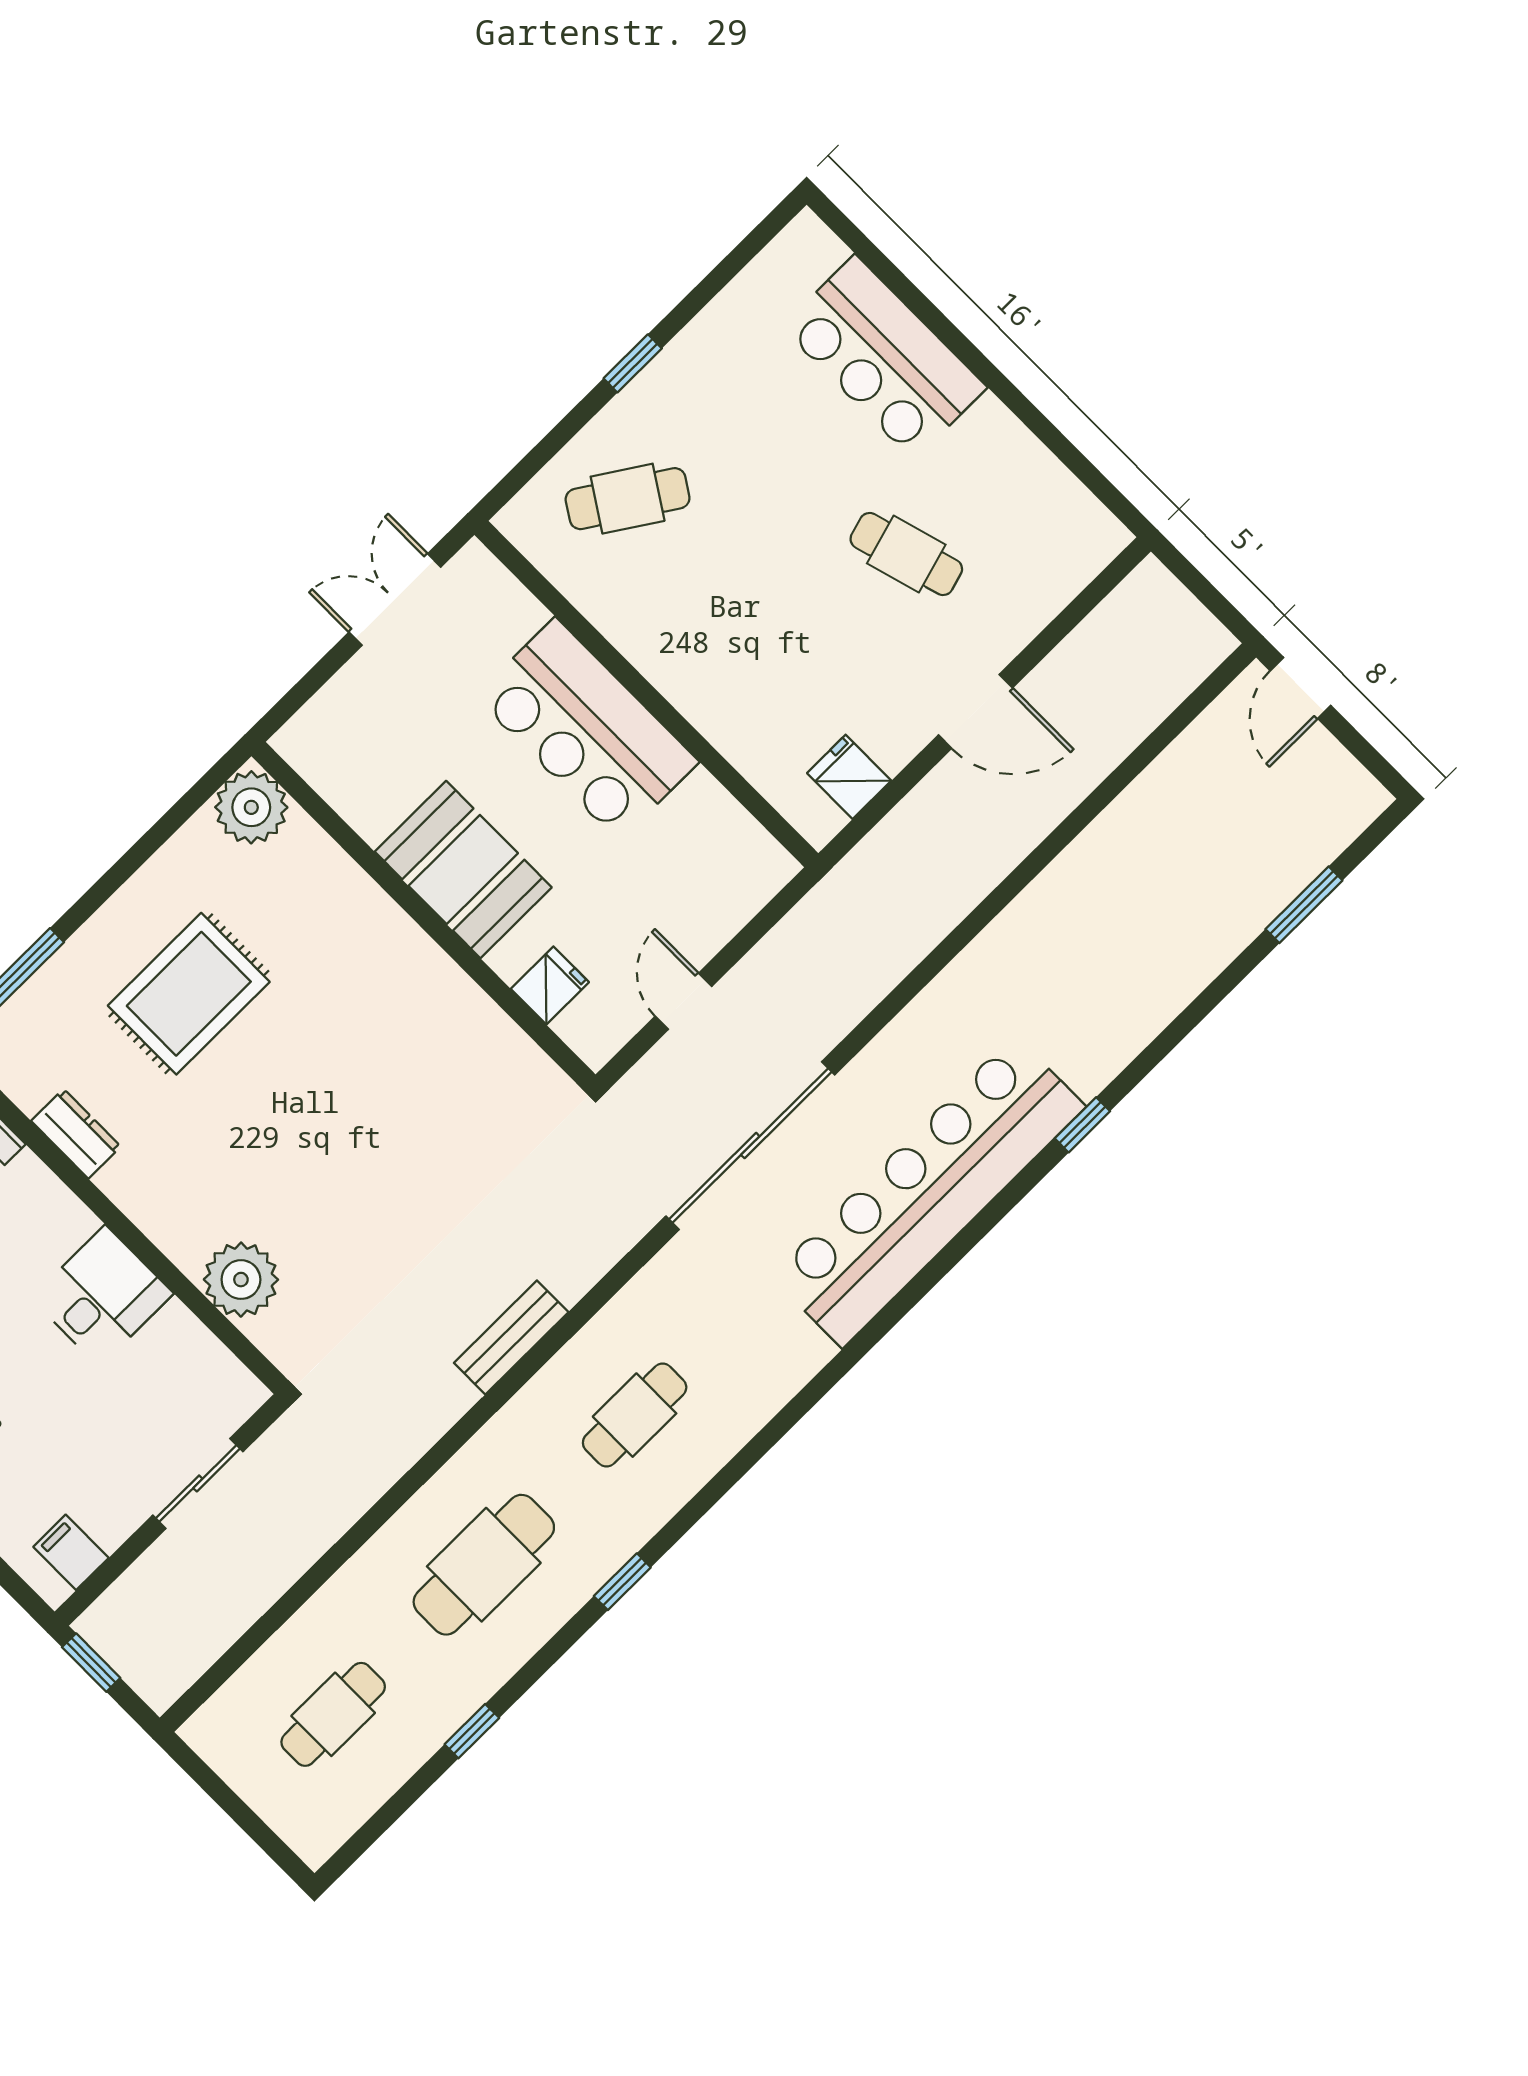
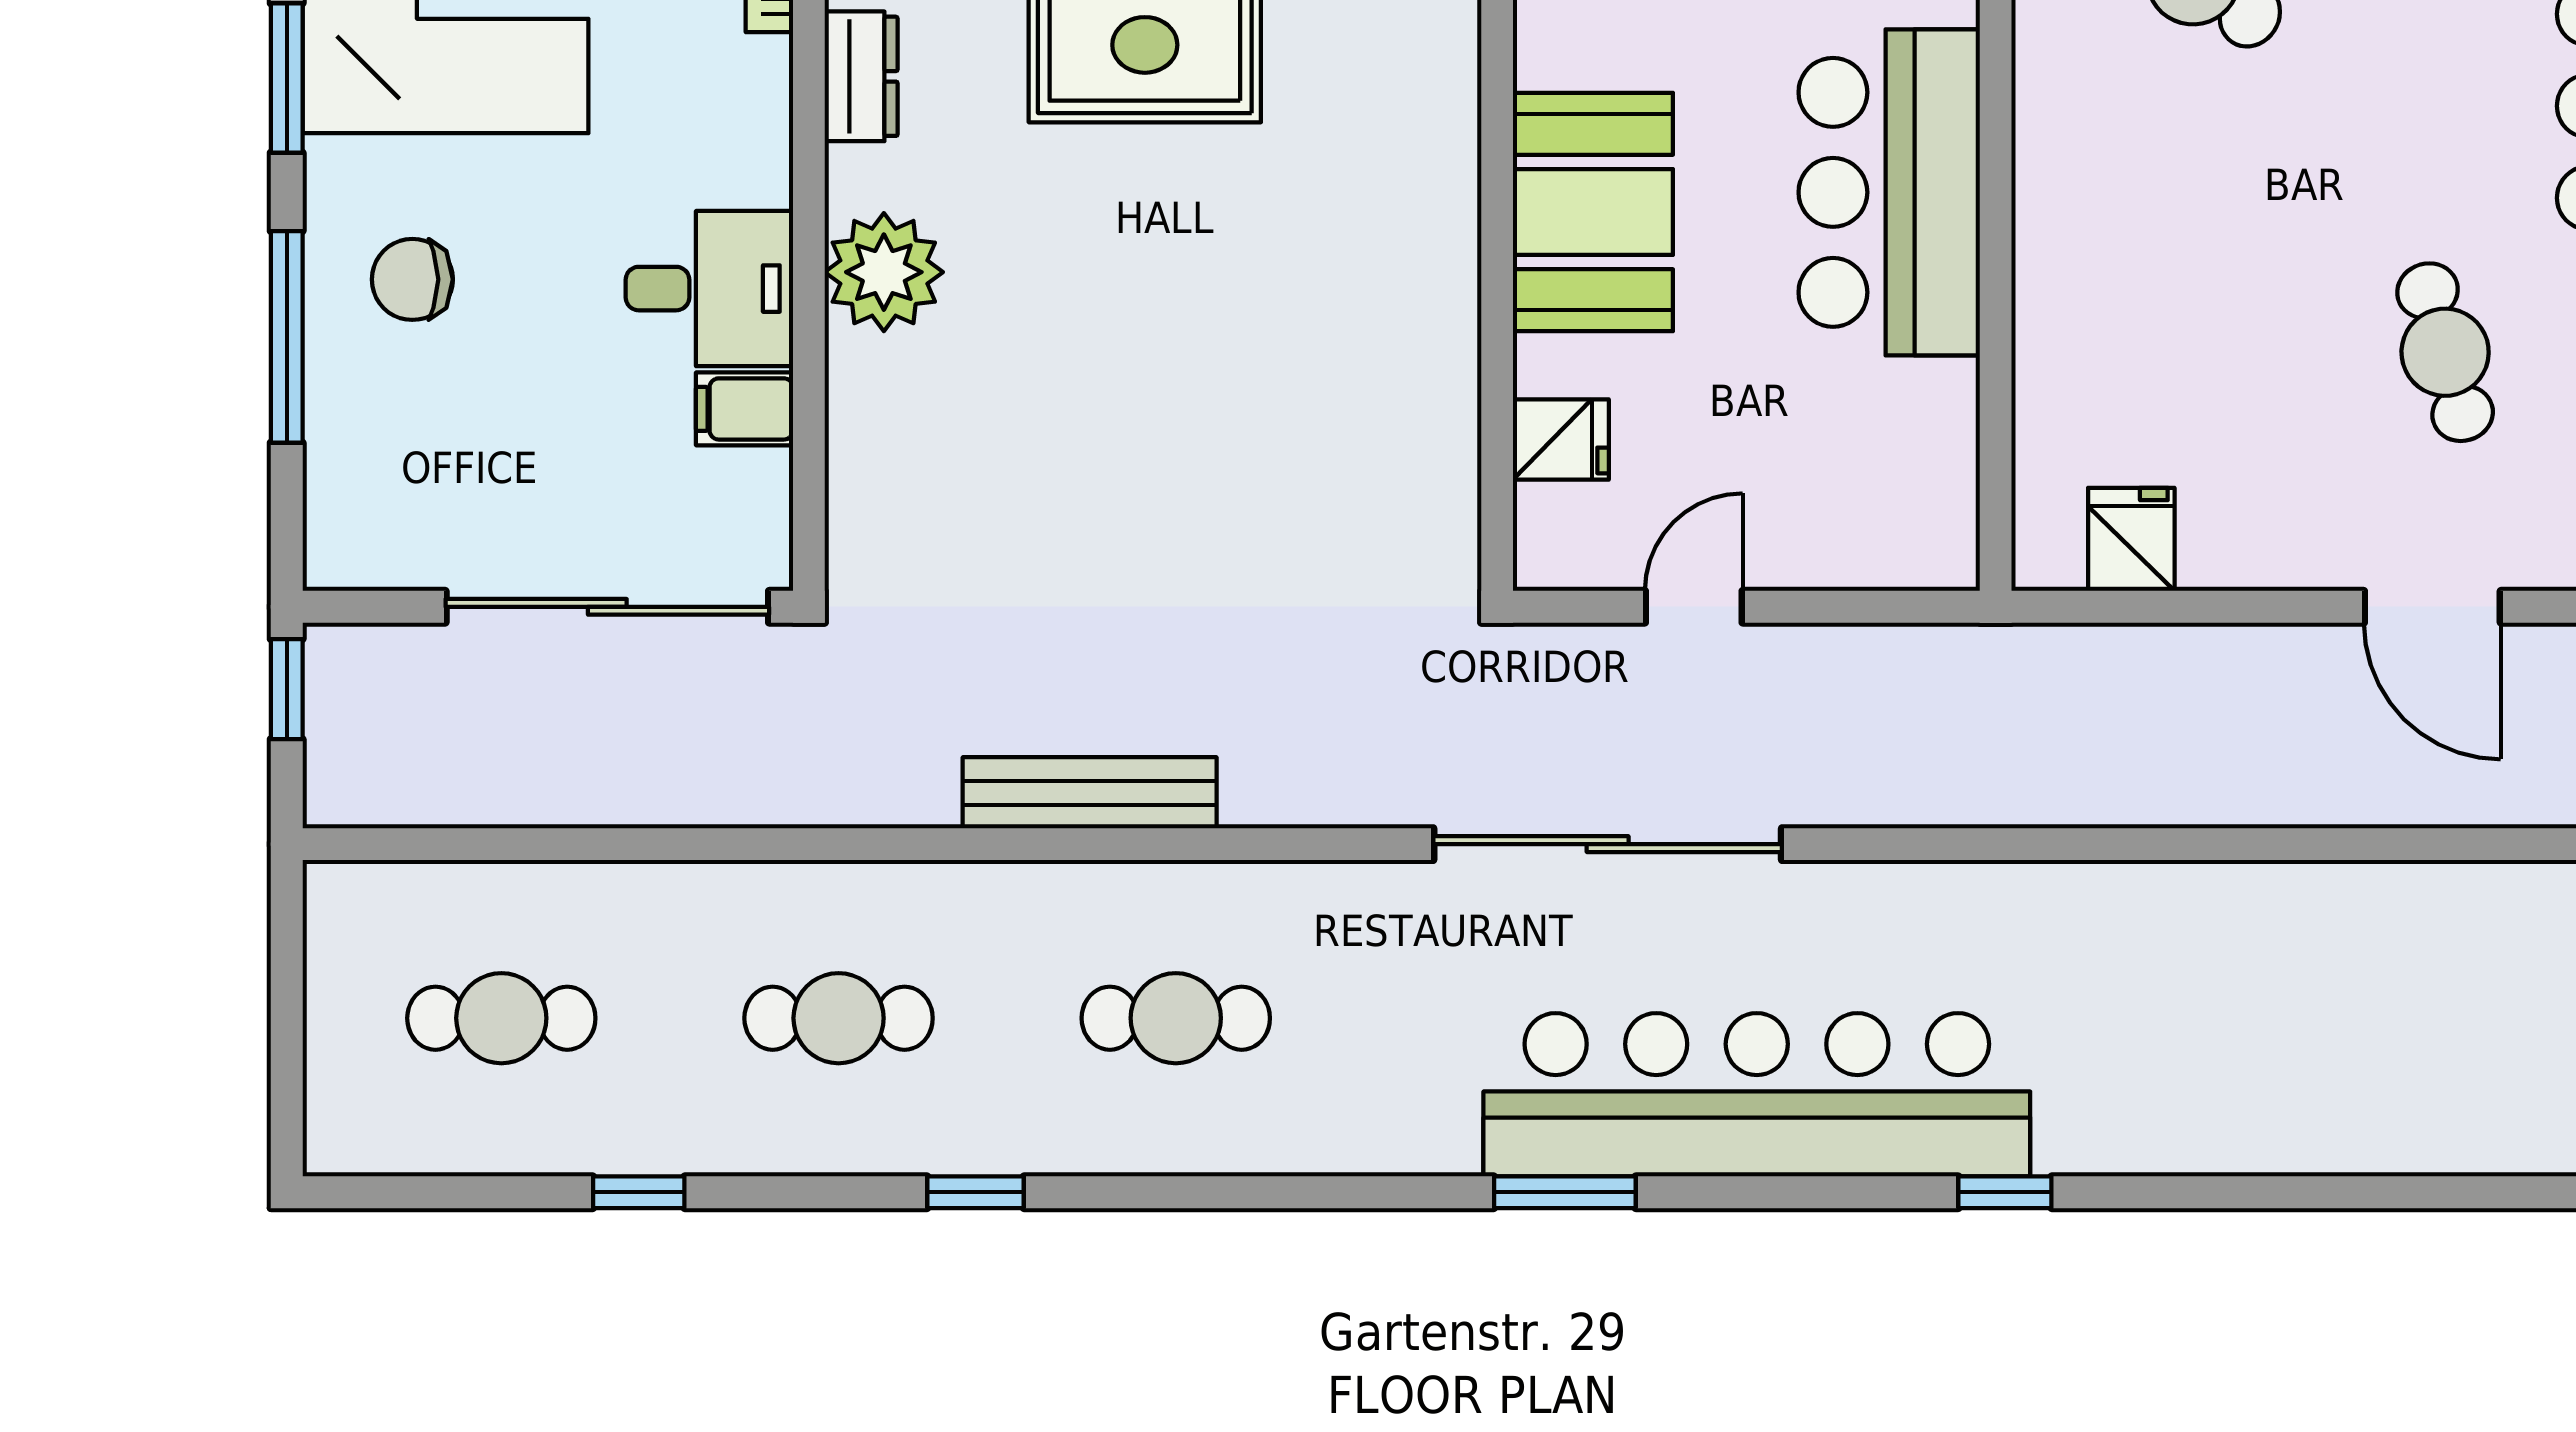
door: (975, 711) -> (2432, 607), moved
window: (1304, 905) -> (1565, 1192), moved
plant: (241, 1280) -> (884, 272), moved
bench: (511, 1337) -> (1090, 793), width x1.36
sliding door: (198, 1483) -> (607, 607), width x1.86
filing cabinet: (71, 1552) -> (744, 409), moved, turned -90
cafe table: (484, 1565) -> (839, 1018), width x0.73, depth x0.74

